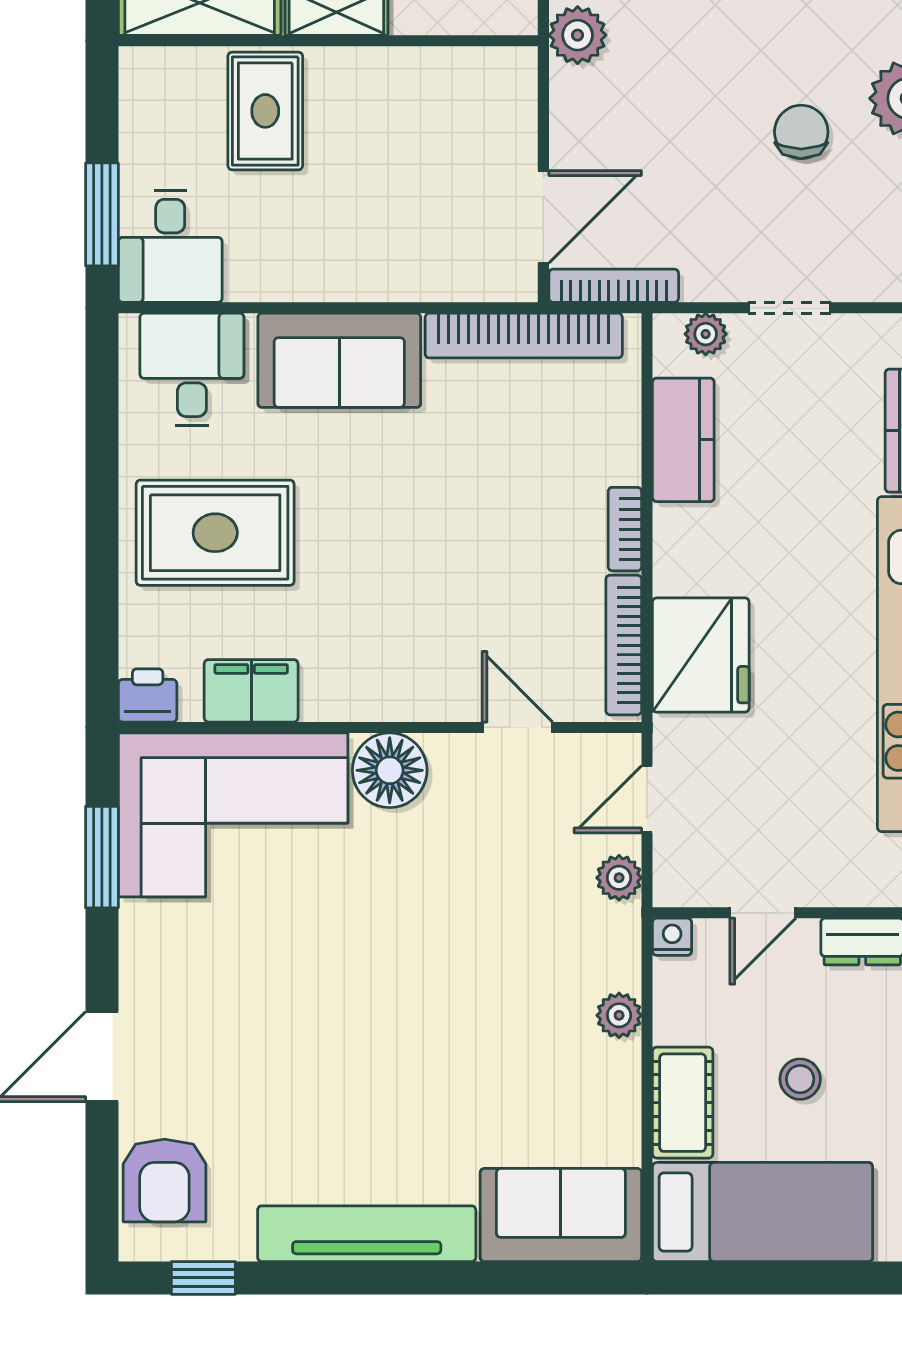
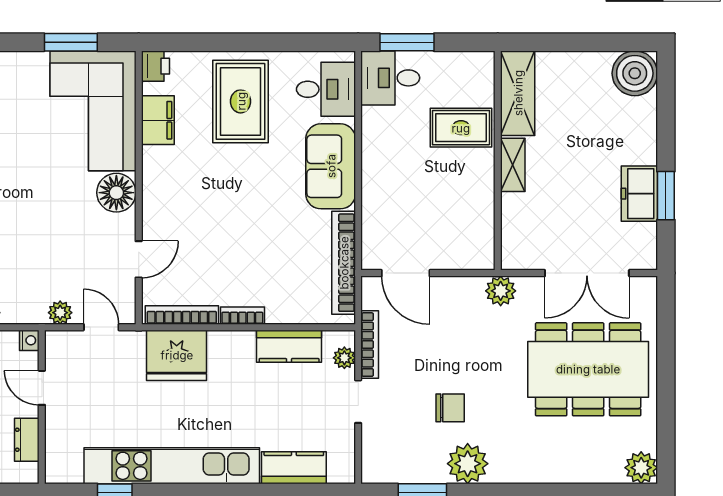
bookcase: (614, 286) -> (370, 345), moved

